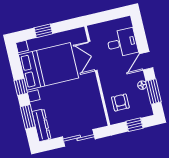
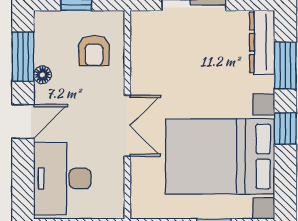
desk: (122, 43) -> (62, 179), width x1.37
double door: (93, 56) -> (127, 126), moved

